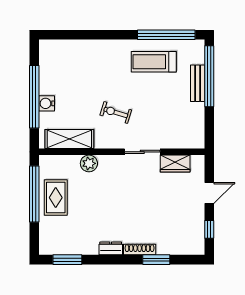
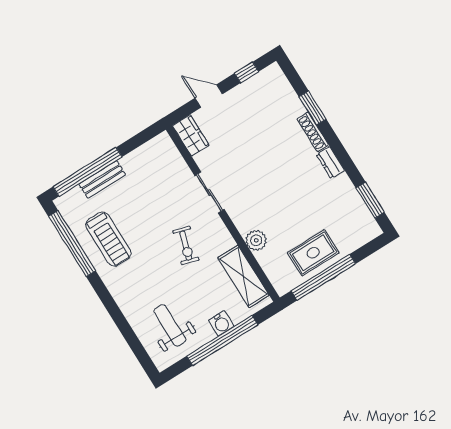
weight bench: (67, 67) -> (170, 325), added
wardrobe: (175, 164) -> (191, 135), moved

